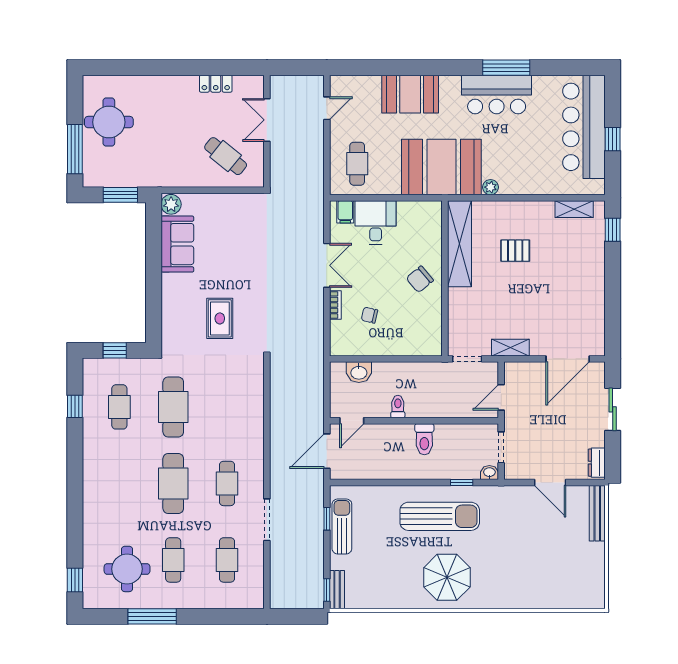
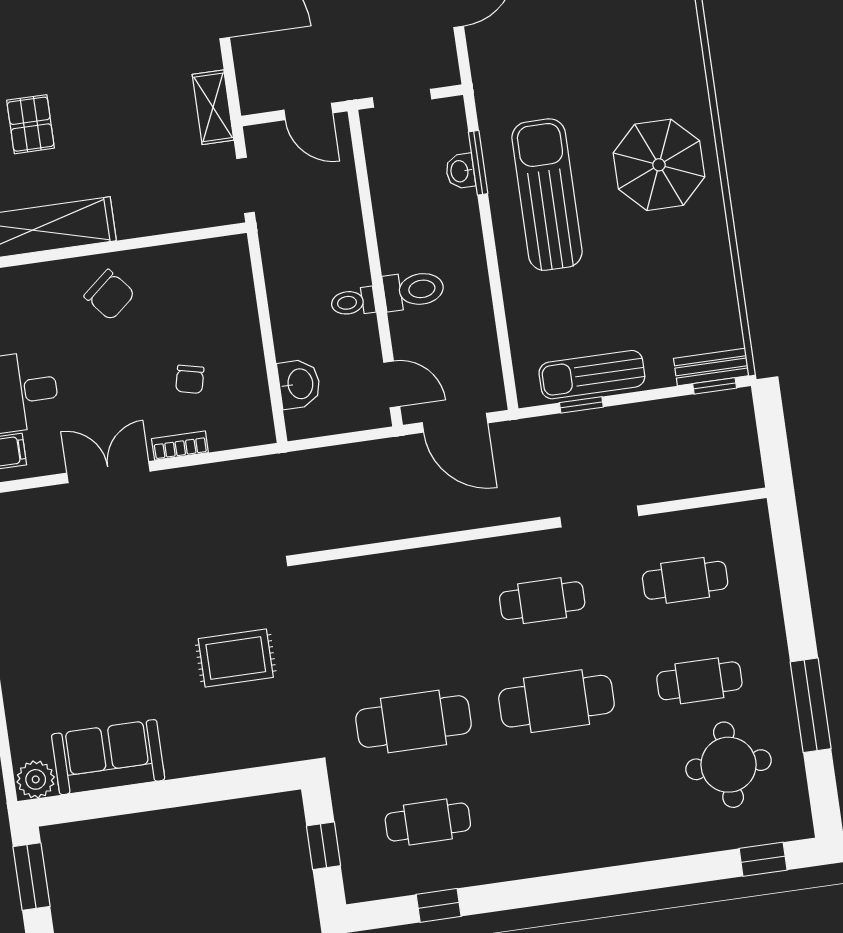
toilet: (424, 439) -> (414, 290), moved
washbasin: (489, 473) -> (460, 171), moved
window: (462, 483) -> (478, 163), width x1.50

